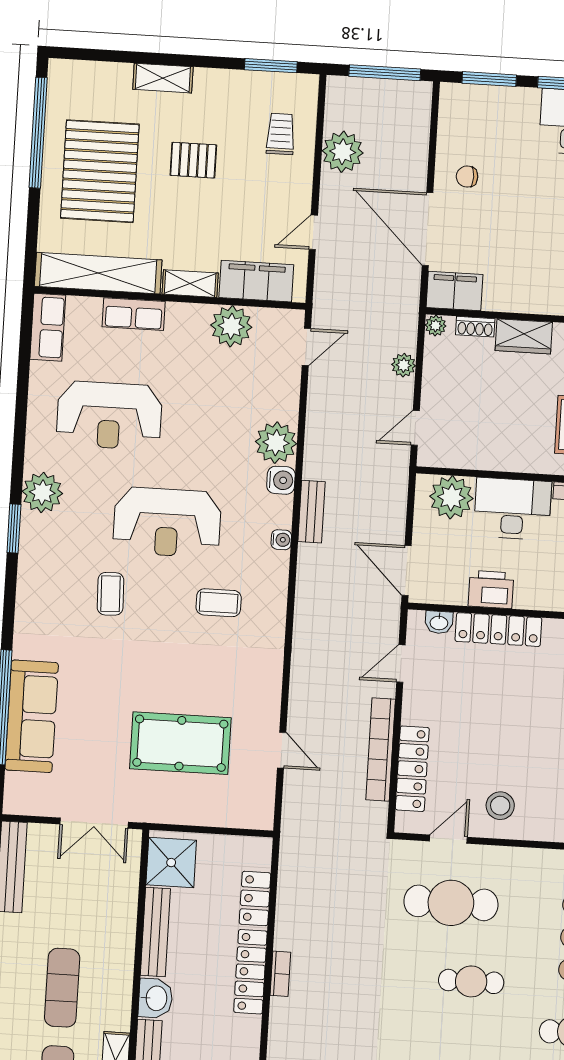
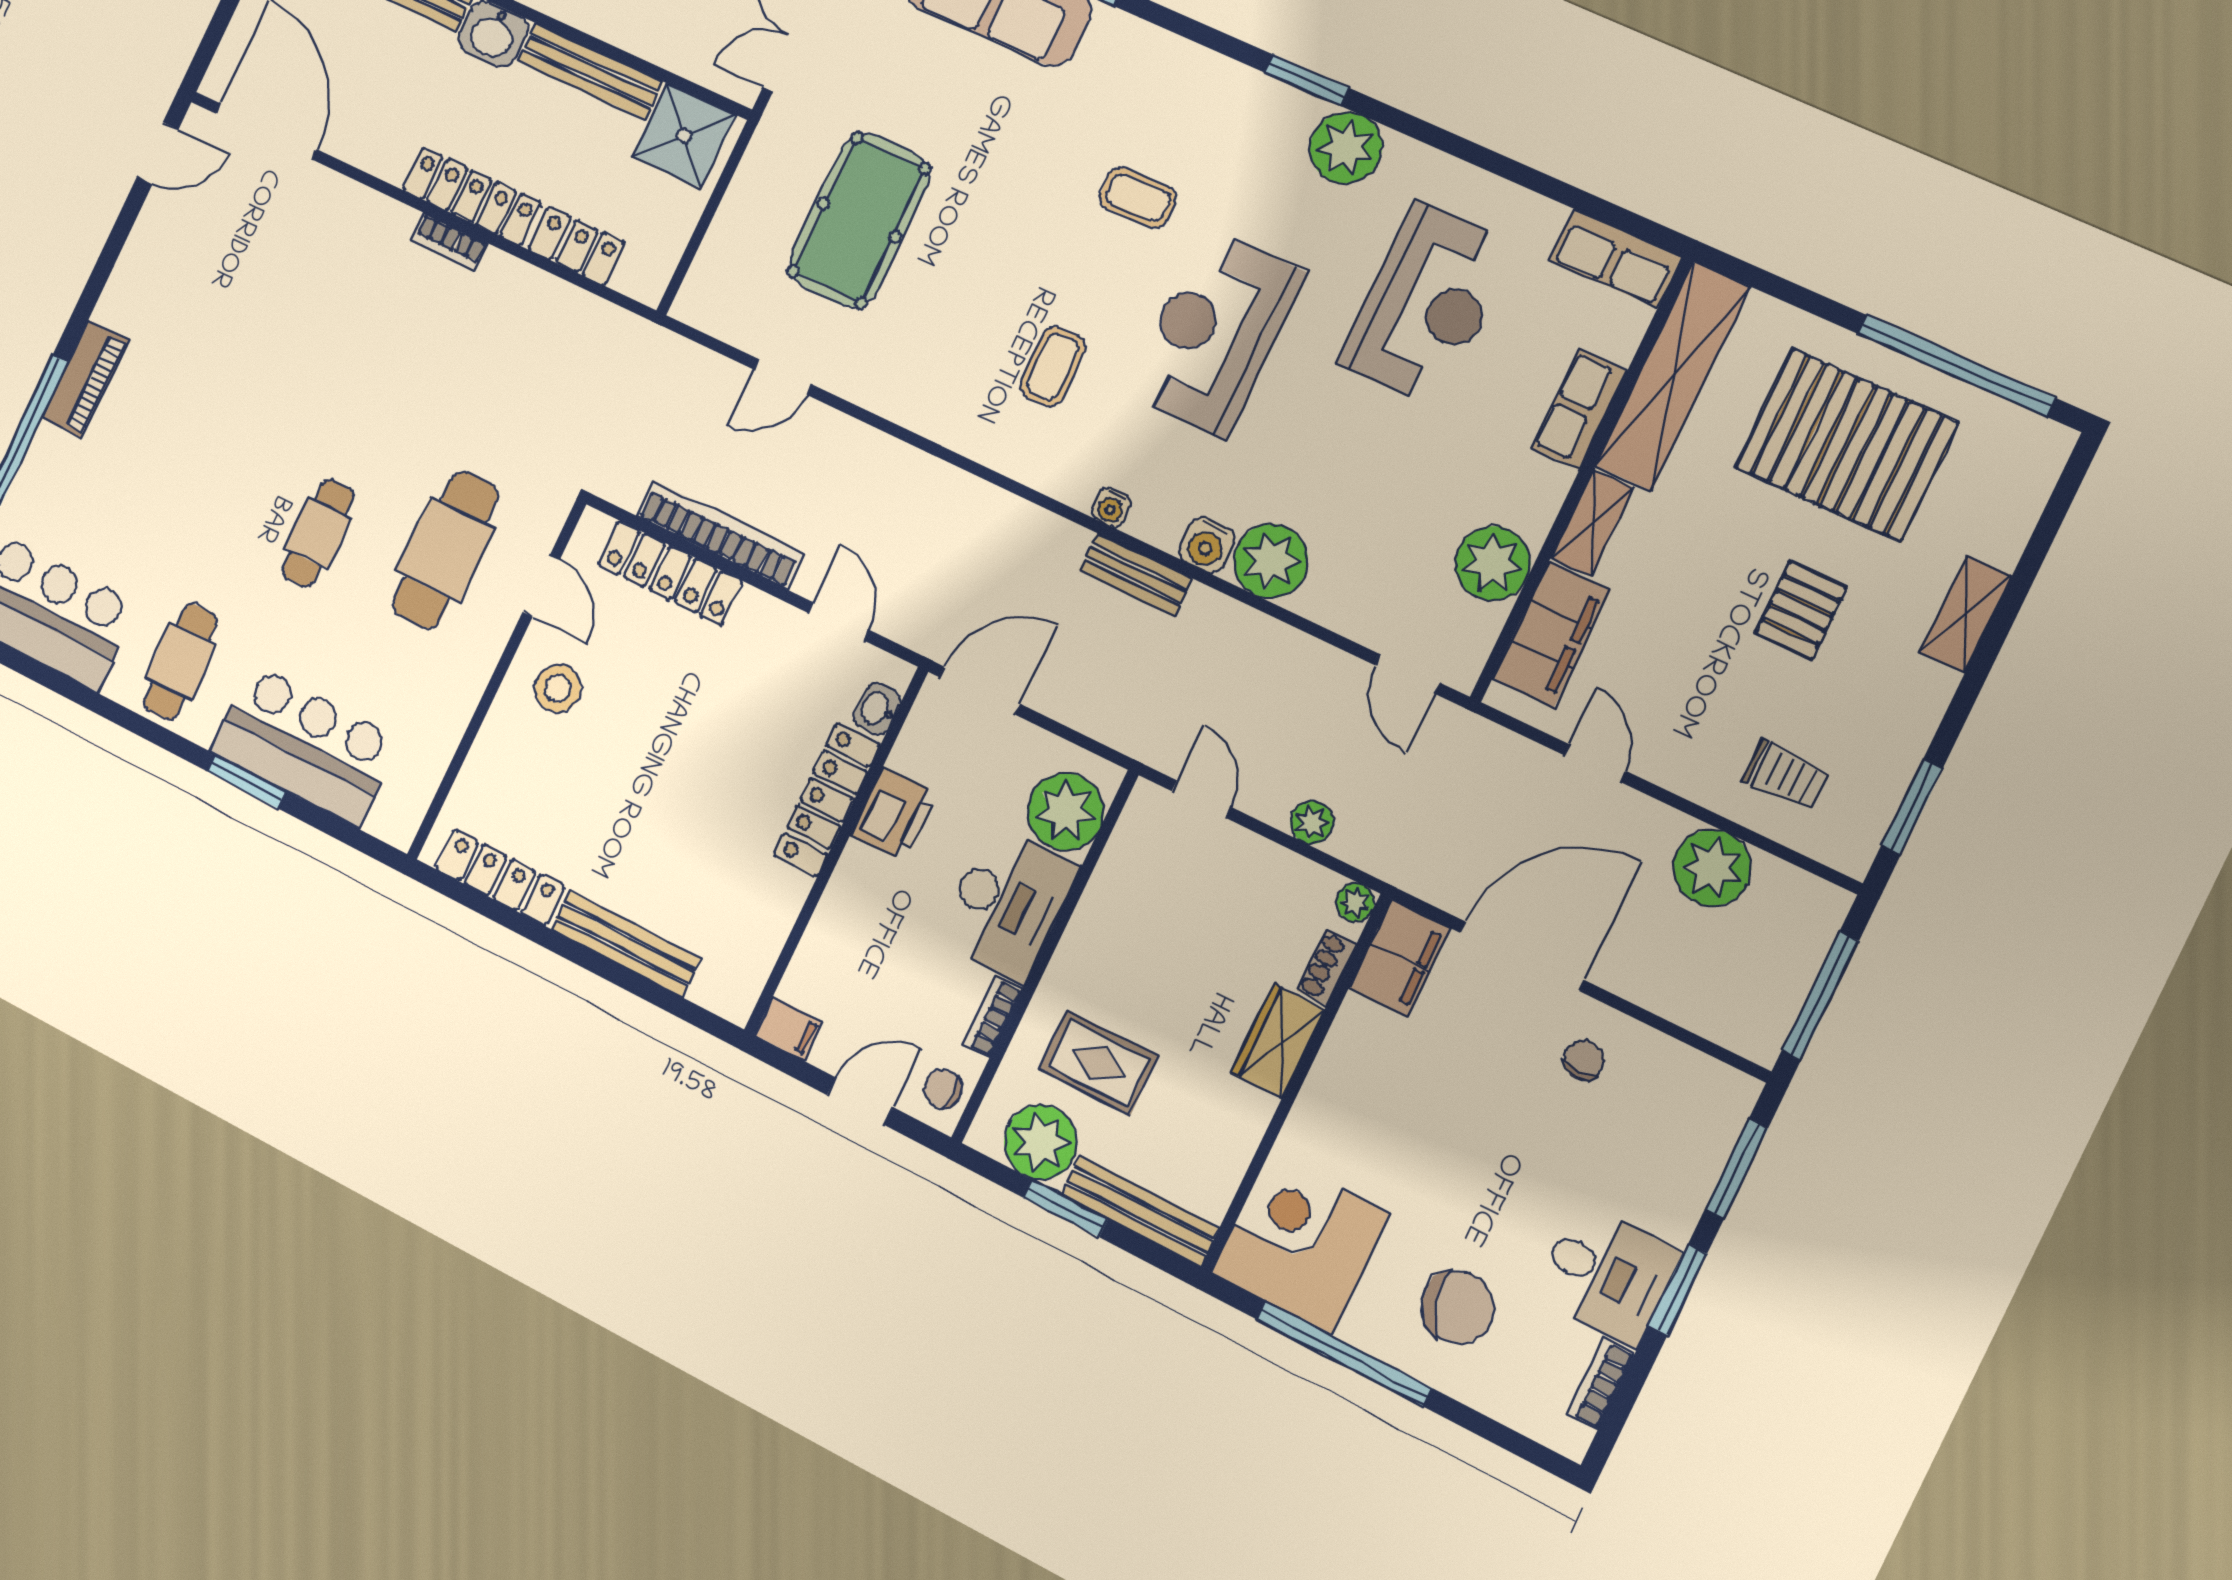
reception desk: (109, 415) -> (1427, 305), turned 180

